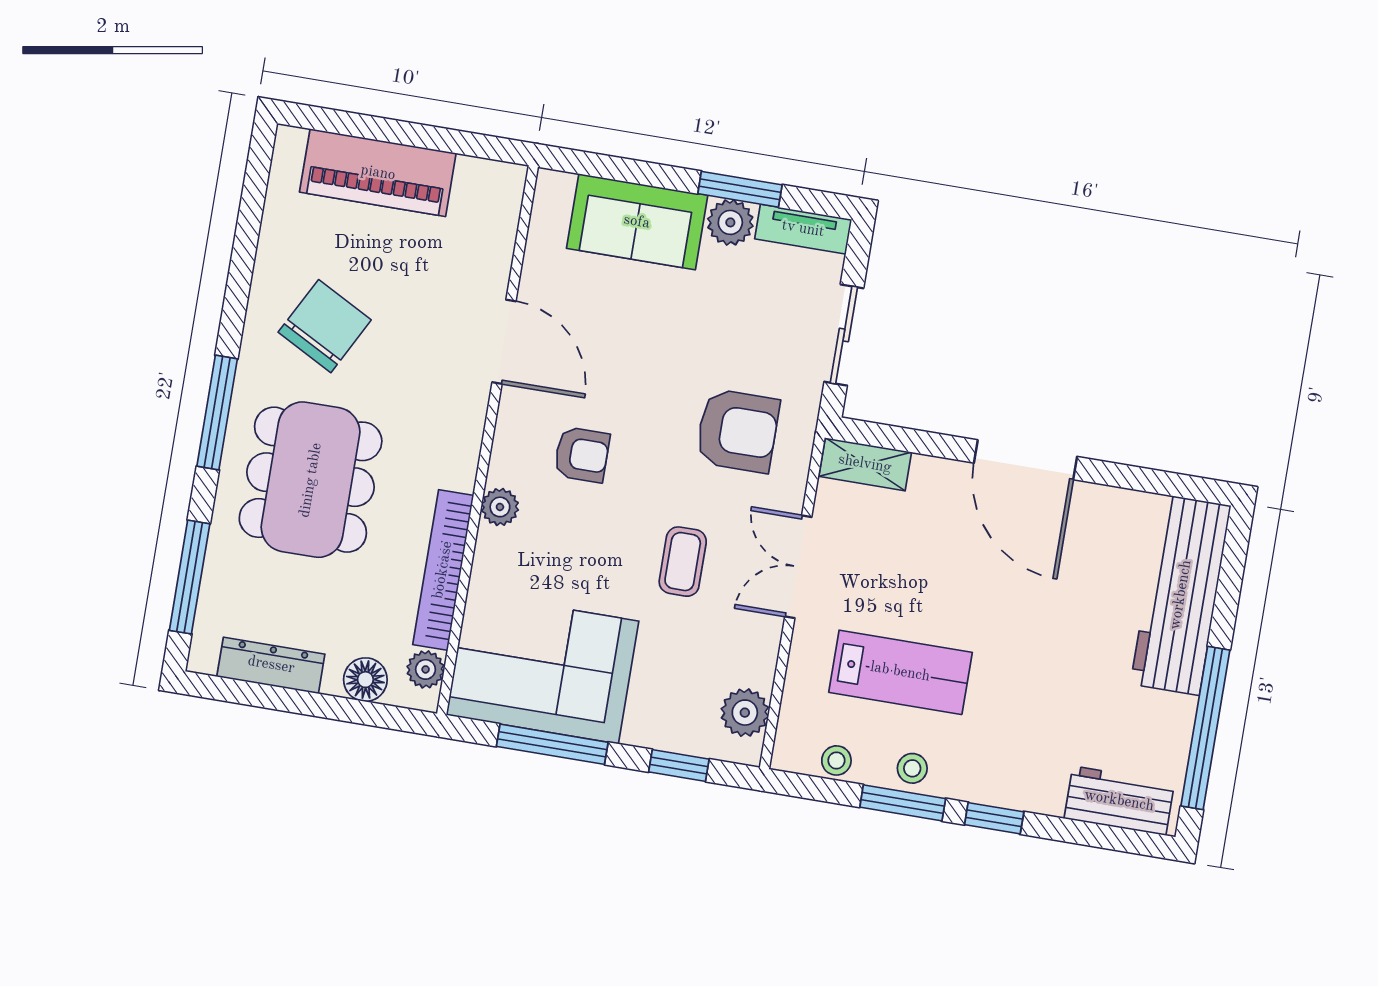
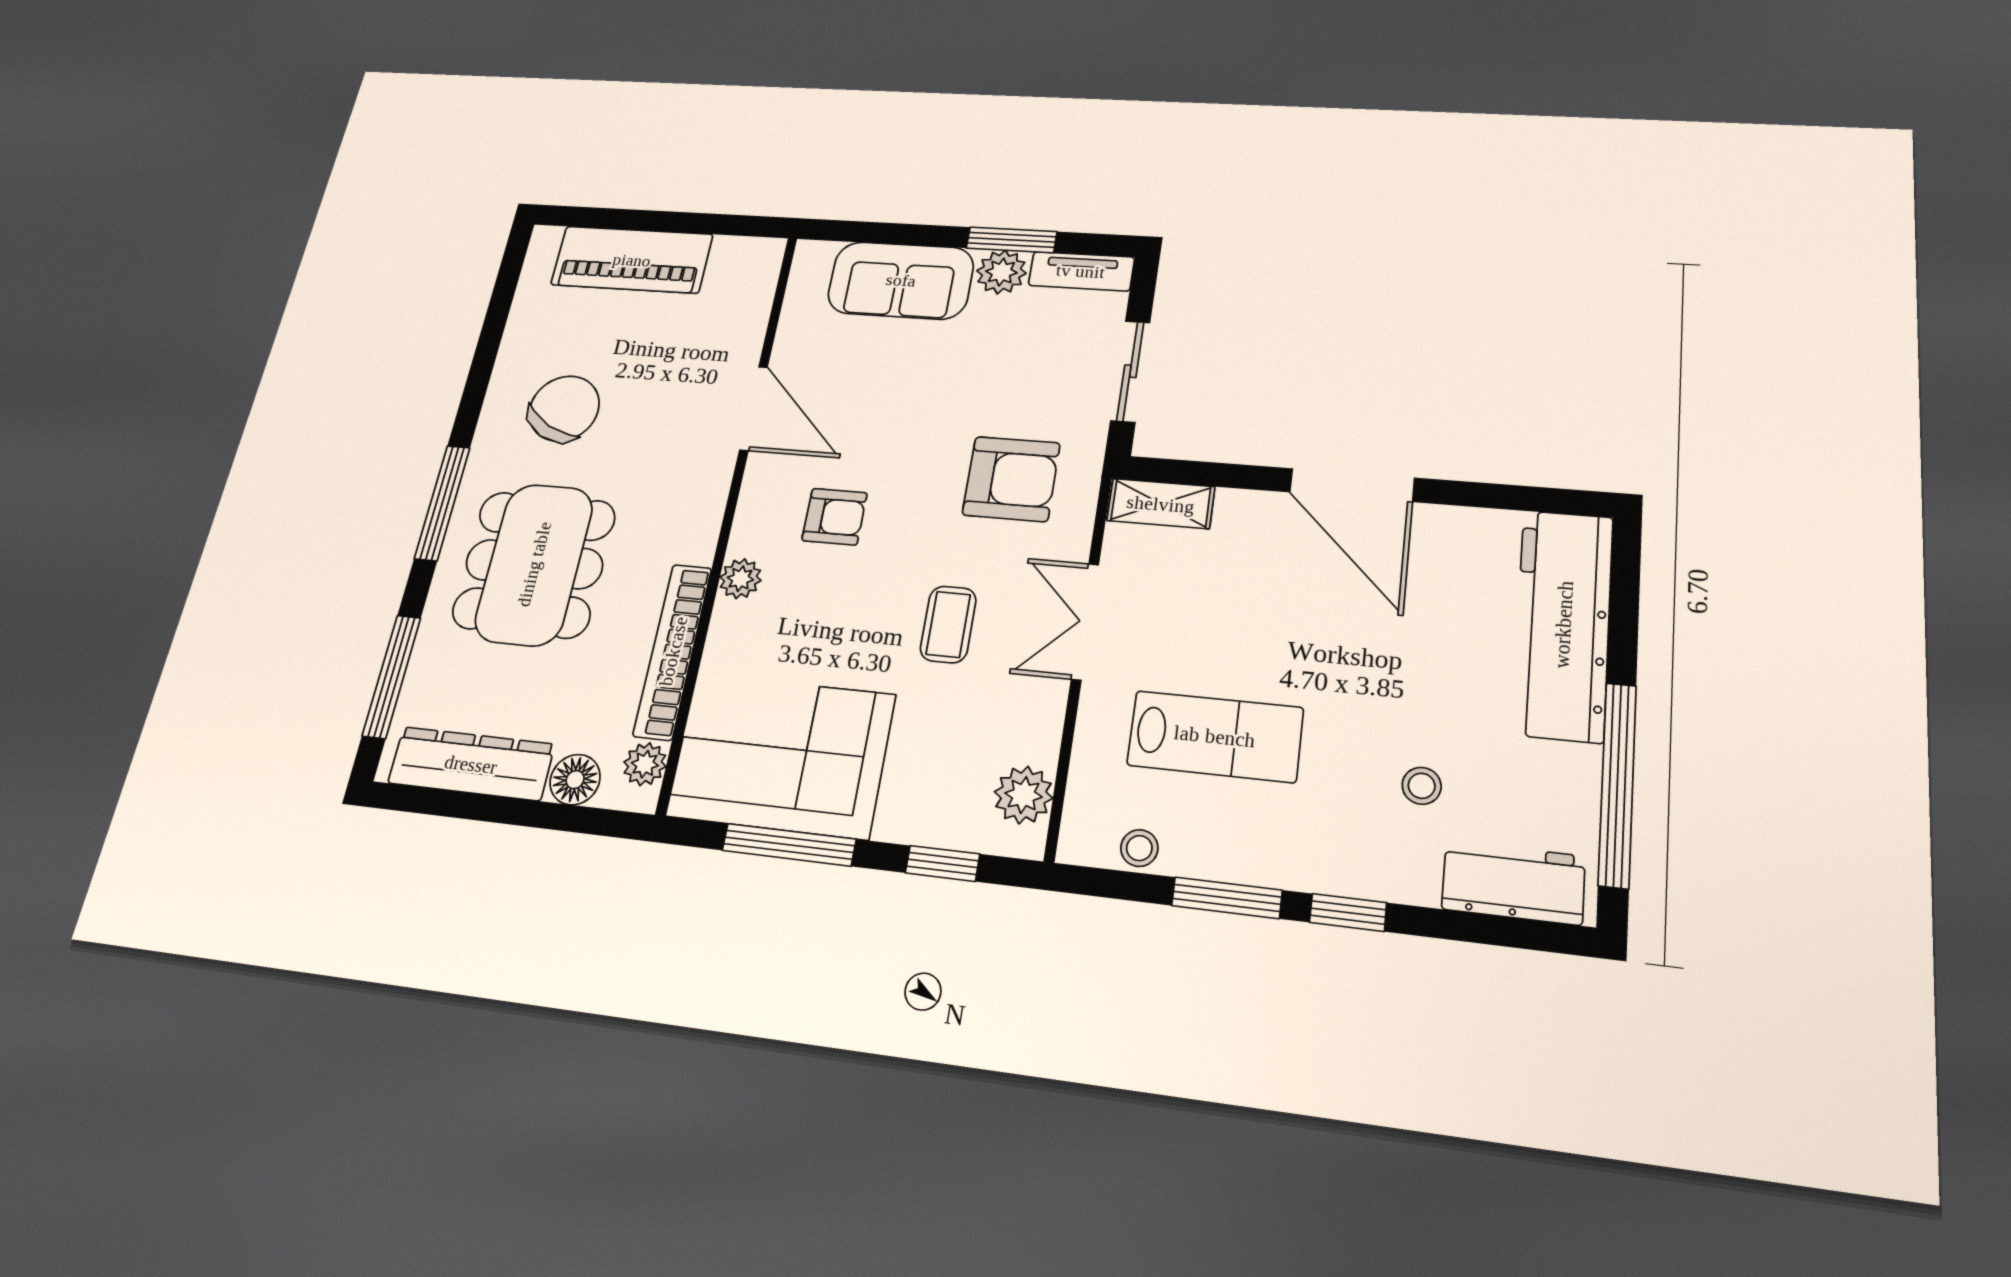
dresser: (271, 665) -> (471, 764), width x1.37, depth x1.24
stool: (912, 768) -> (1422, 786), moved

